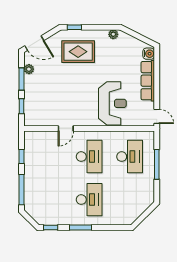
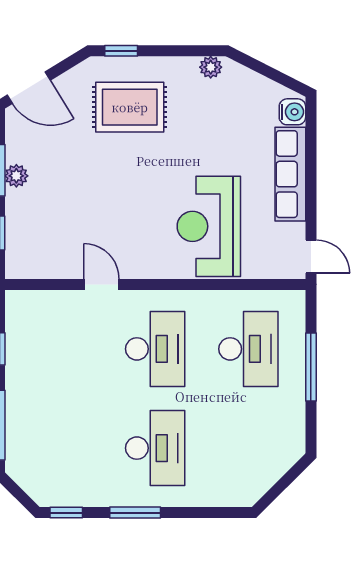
plant: (29, 69) -> (16, 176), moved
reception desk: (112, 103) -> (209, 226), turned 180
door: (66, 129) -> (101, 284), swing flipped

